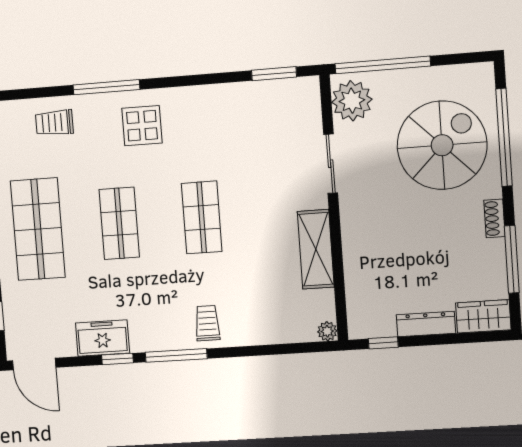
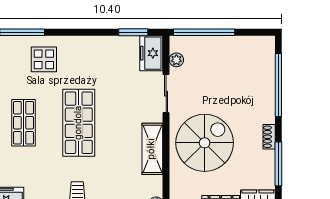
plant: (352, 101) -> (176, 60), width x0.53, depth x0.53
freezer: (304, 104) -> (151, 53), added
spiral stairs: (442, 145) -> (205, 143), moved
shop shelf: (202, 217) -> (79, 123), width x1.43, depth x1.36

